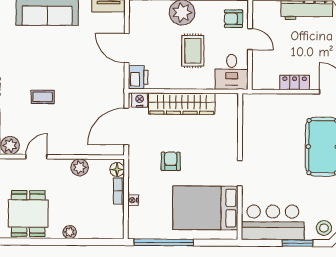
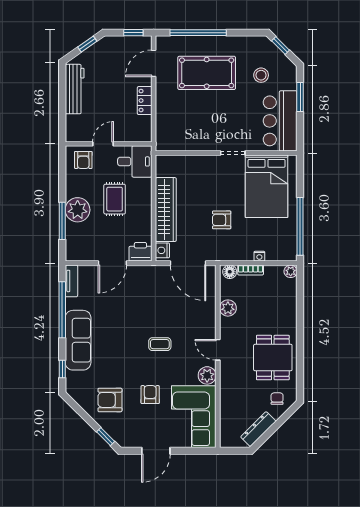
rug: (193, 51) -> (115, 199), turned 90
coffee table: (43, 97) -> (160, 344), turned 90
dining table: (28, 214) -> (273, 358), turned 90
stool: (324, 228) -> (261, 75), moved
plant: (70, 232) -> (291, 271), moved

